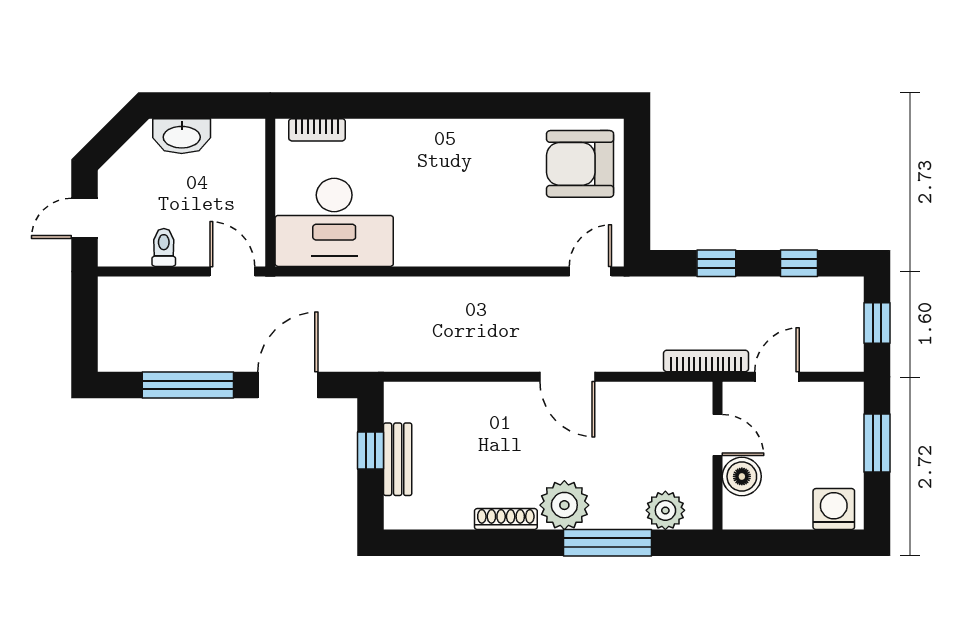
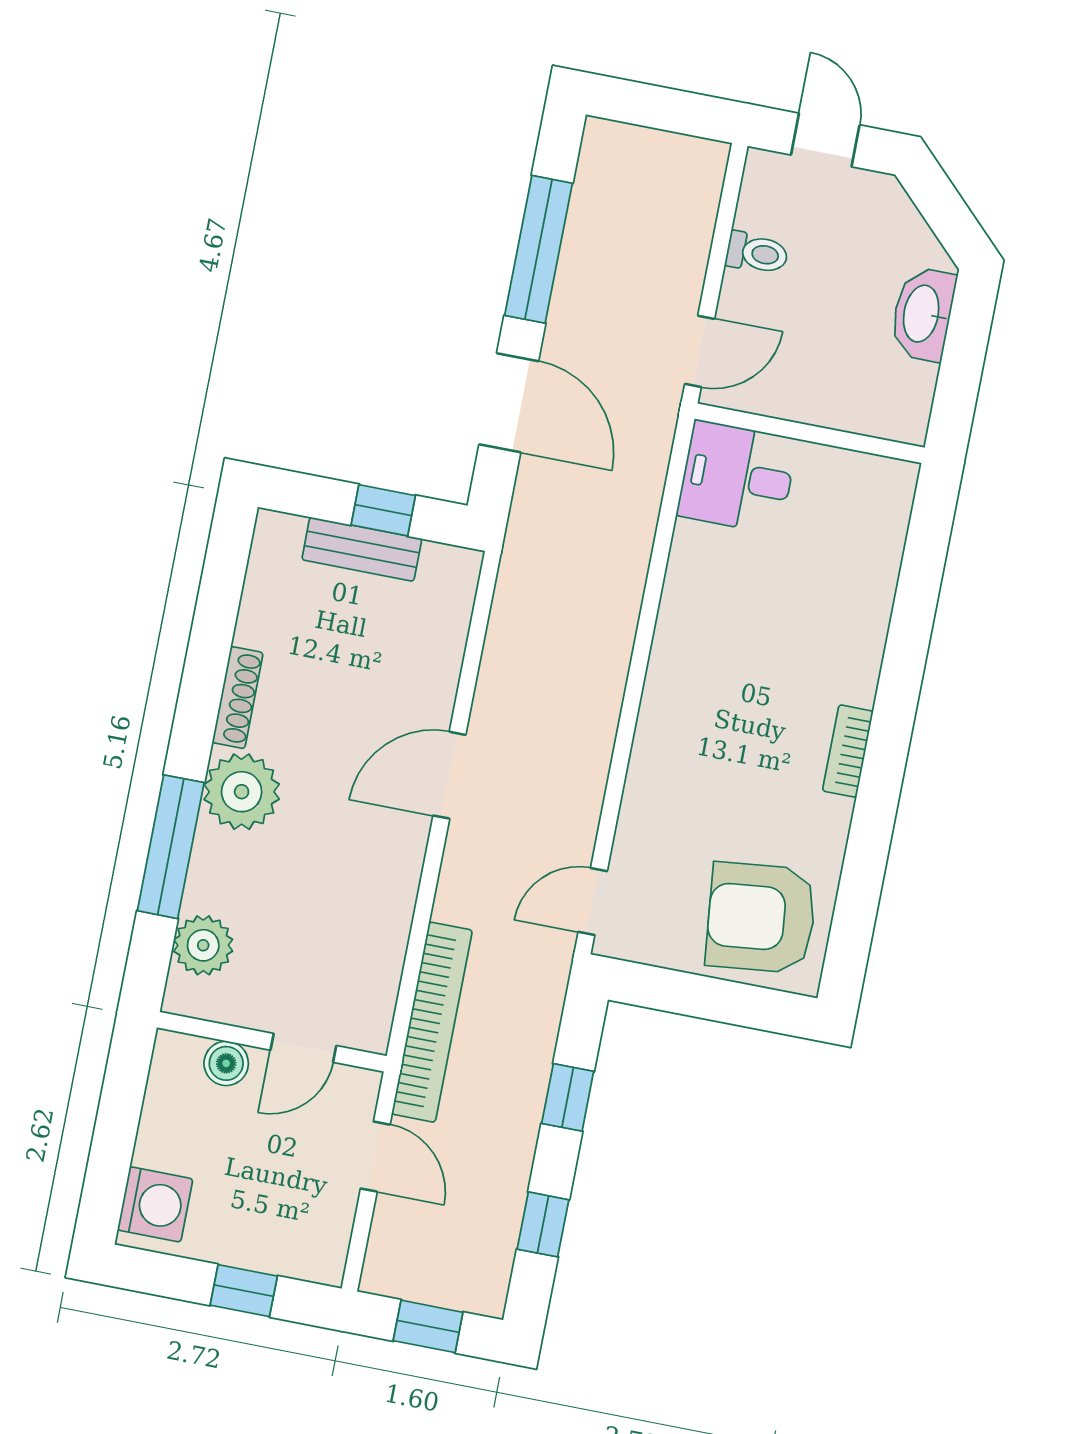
bookcase: (317, 130) -> (848, 751), moved
armchair: (580, 164) -> (761, 918), turned -96
desk: (334, 222) -> (737, 477), width x0.53, depth x0.77
door: (590, 272) -> (593, 902), swing flipped
bookcase: (706, 361) -> (432, 1022), width x1.48, depth x1.31
door: (567, 377) -> (449, 775), moved
window: (877, 443) -> (244, 1291), width x0.67
boiler: (742, 476) -> (226, 1063), width x0.73, depth x0.73

